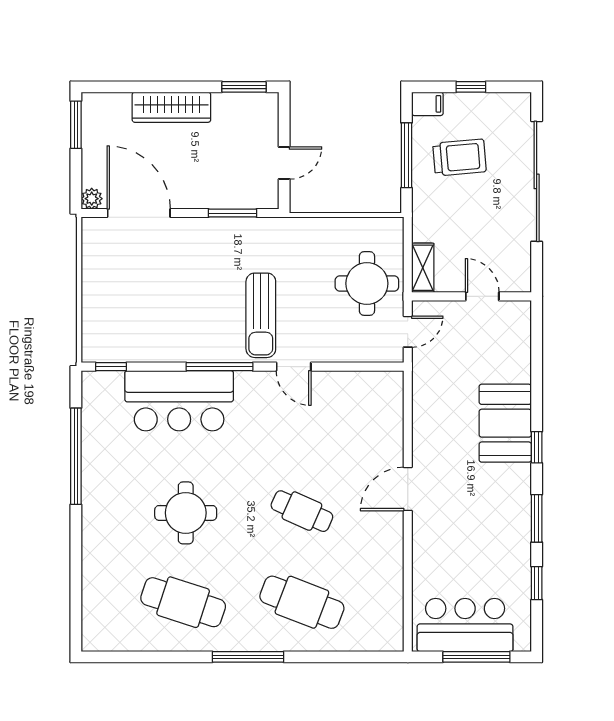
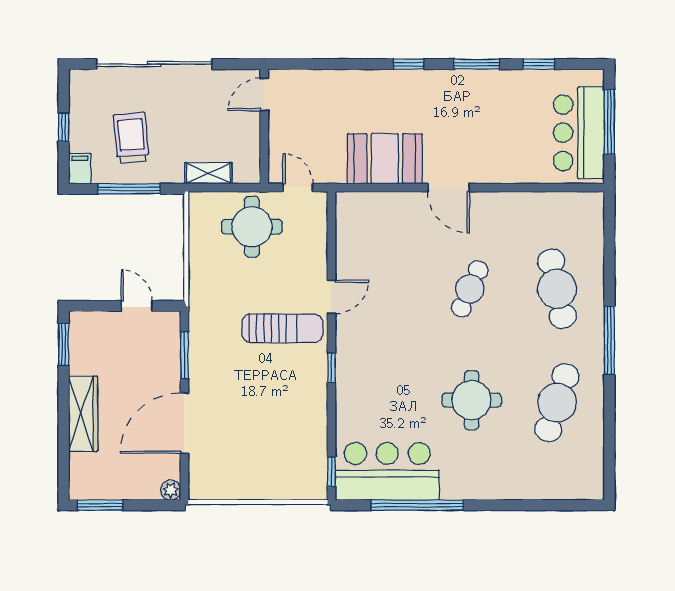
door: (139, 213) -> (184, 423), moved
shelving: (423, 268) -> (208, 173), moved
door: (482, 296) -> (264, 95), moved
window: (220, 367) -> (331, 368), width x0.46
bar counter: (179, 401) -> (387, 471), moved, turned -90
booth: (505, 423) -> (385, 159), moved
cafe table: (302, 602) -> (557, 289), turned -33

